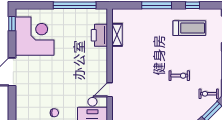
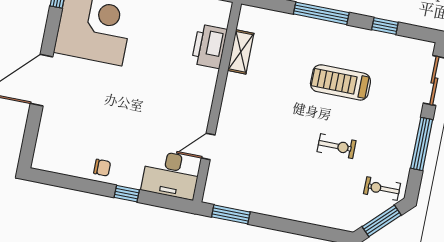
treadmill: (189, 28) -> (340, 82), moved, turned 180

